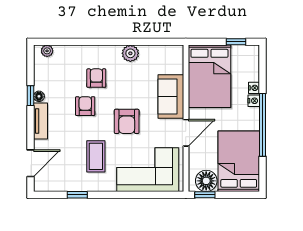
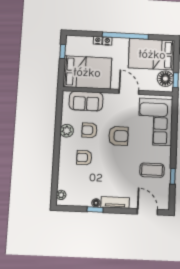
sofa: (171, 97) -> (86, 101), moved
armchair: (85, 106) -> (89, 130), moved
coffee table: (96, 156) -> (152, 170), moved

